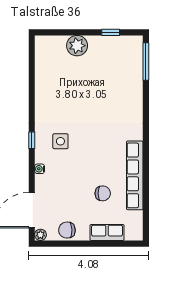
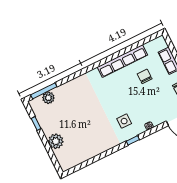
plant: (135, 63) -> (48, 98), added

